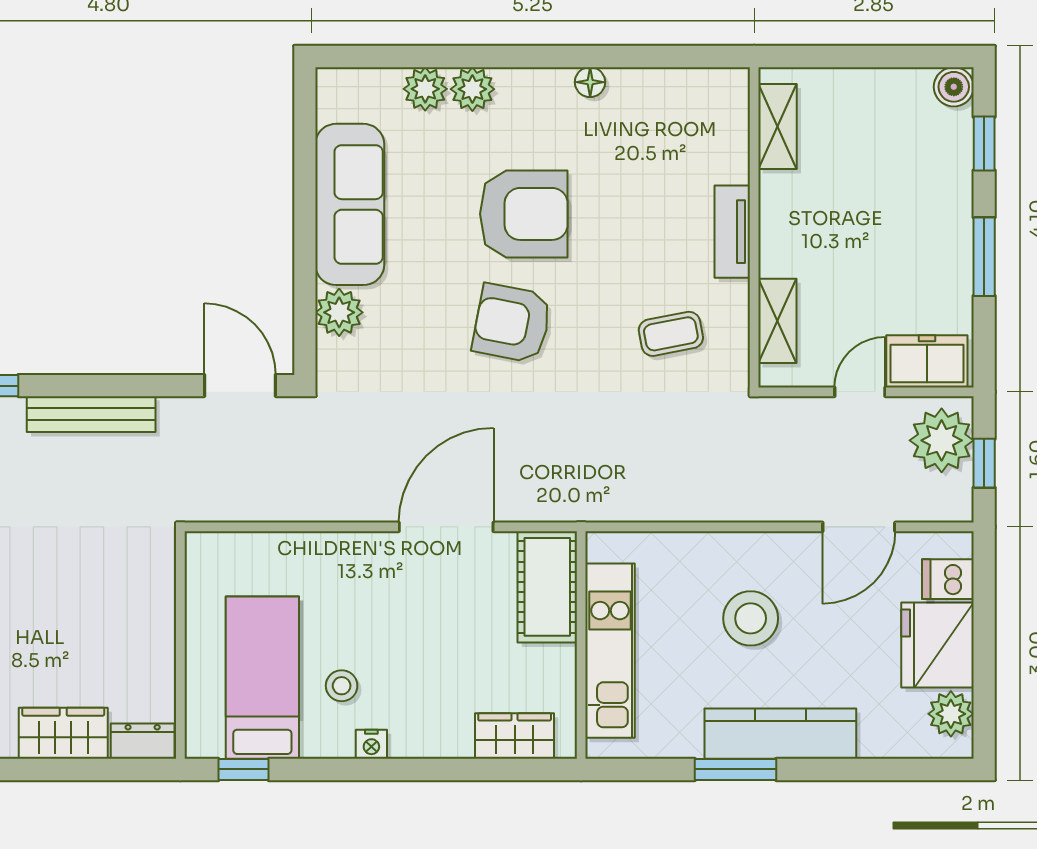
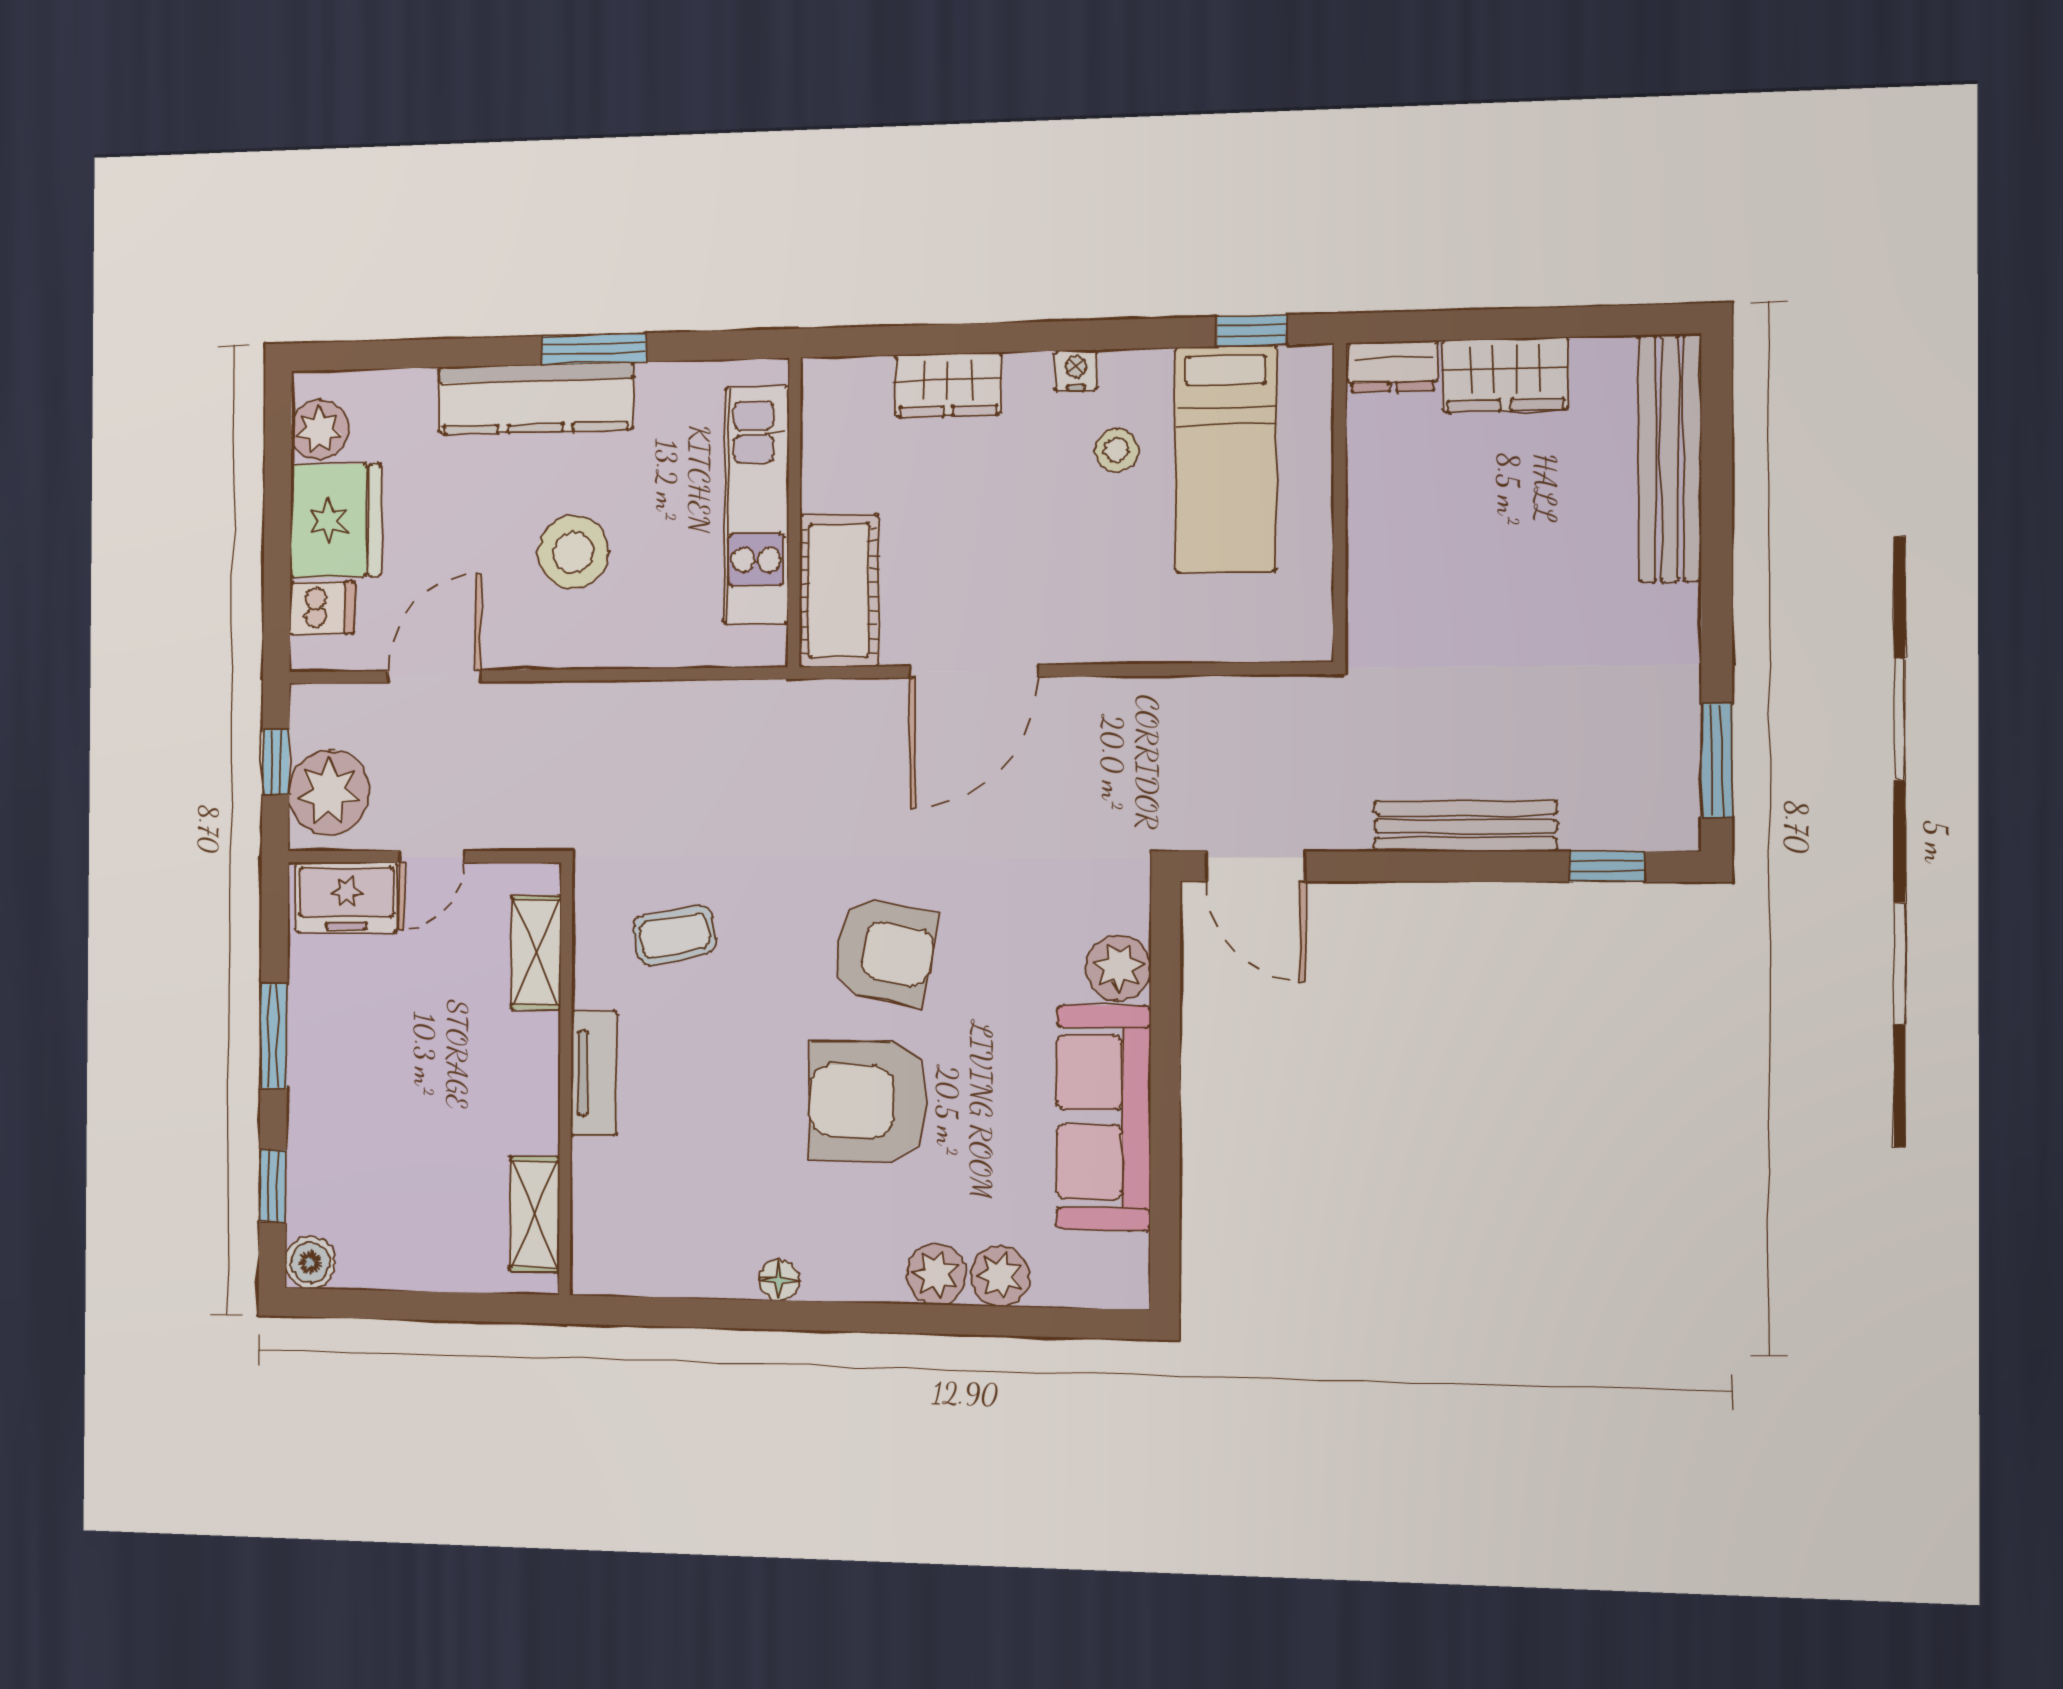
wardrobe: (515, 736) -> (948, 385), moved

